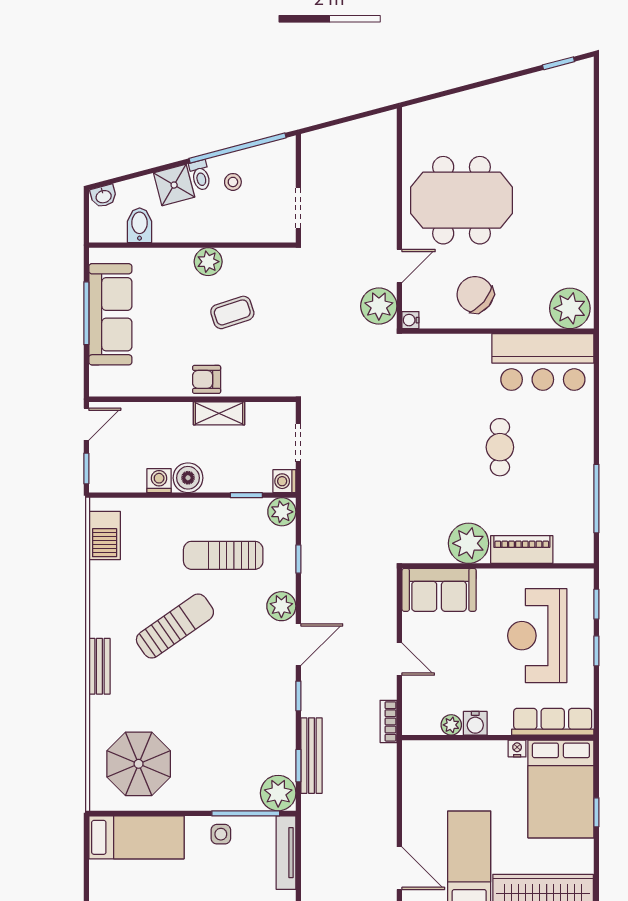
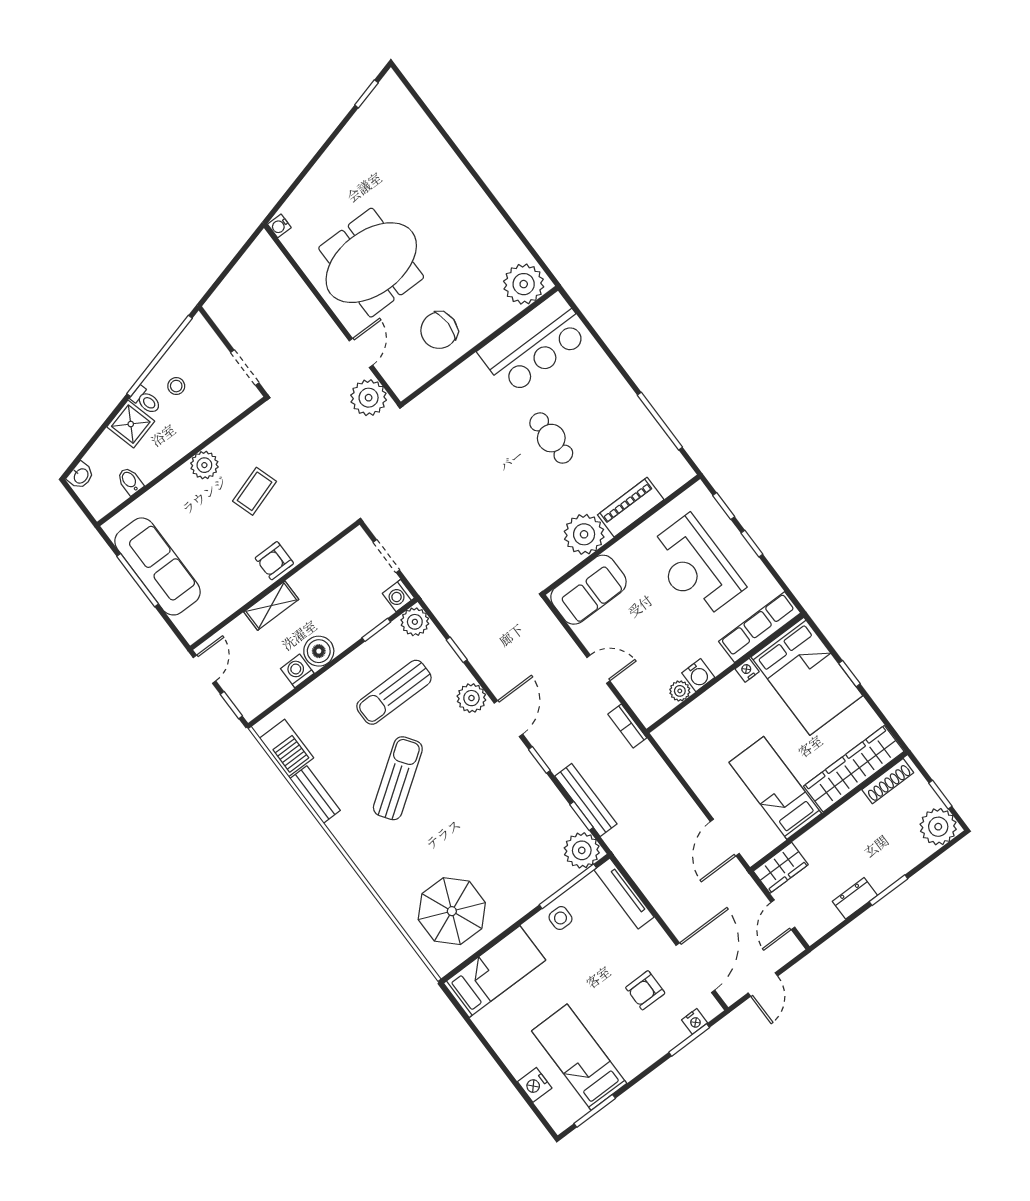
bidet: (140, 225) -> (130, 481), width x0.72, depth x0.74
chair: (475, 295) -> (439, 330), turned -40
water cooler: (410, 320) -> (279, 226), moved
shelving: (219, 413) -> (271, 606), moved
bench: (99, 666) -> (315, 794), moved
door: (399, 868) -> (725, 837), swing flipped

